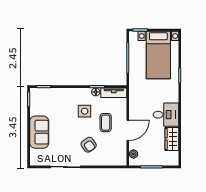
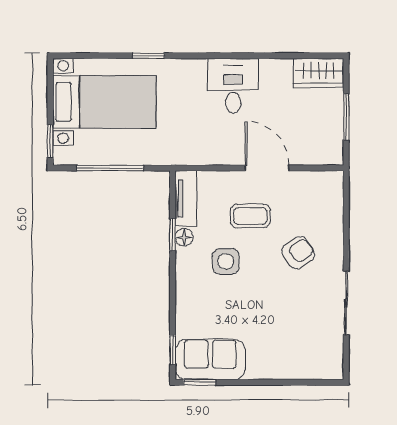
sofa: (39, 132) -> (210, 359), moved
wardrobe: (172, 139) -> (319, 73), moved
plant: (133, 154) -> (318, 156), removed

